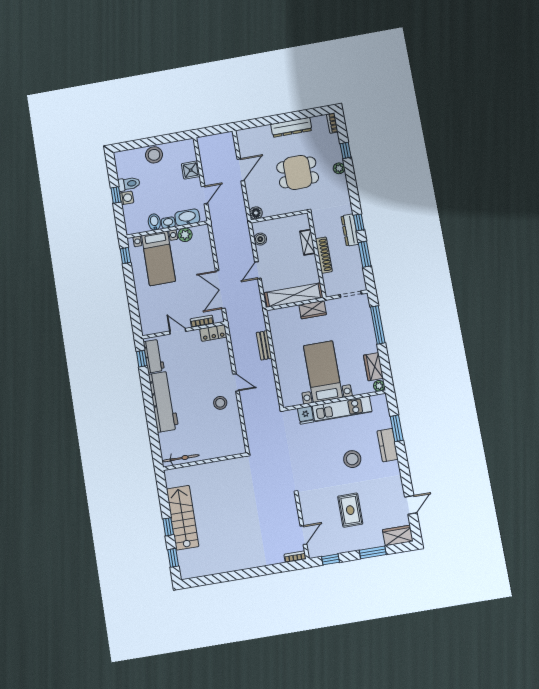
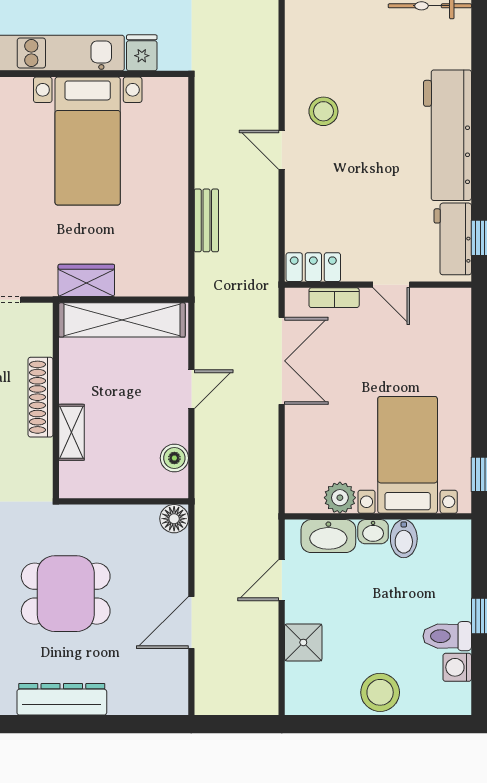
washing machine: (127, 198) -> (457, 667), moved

